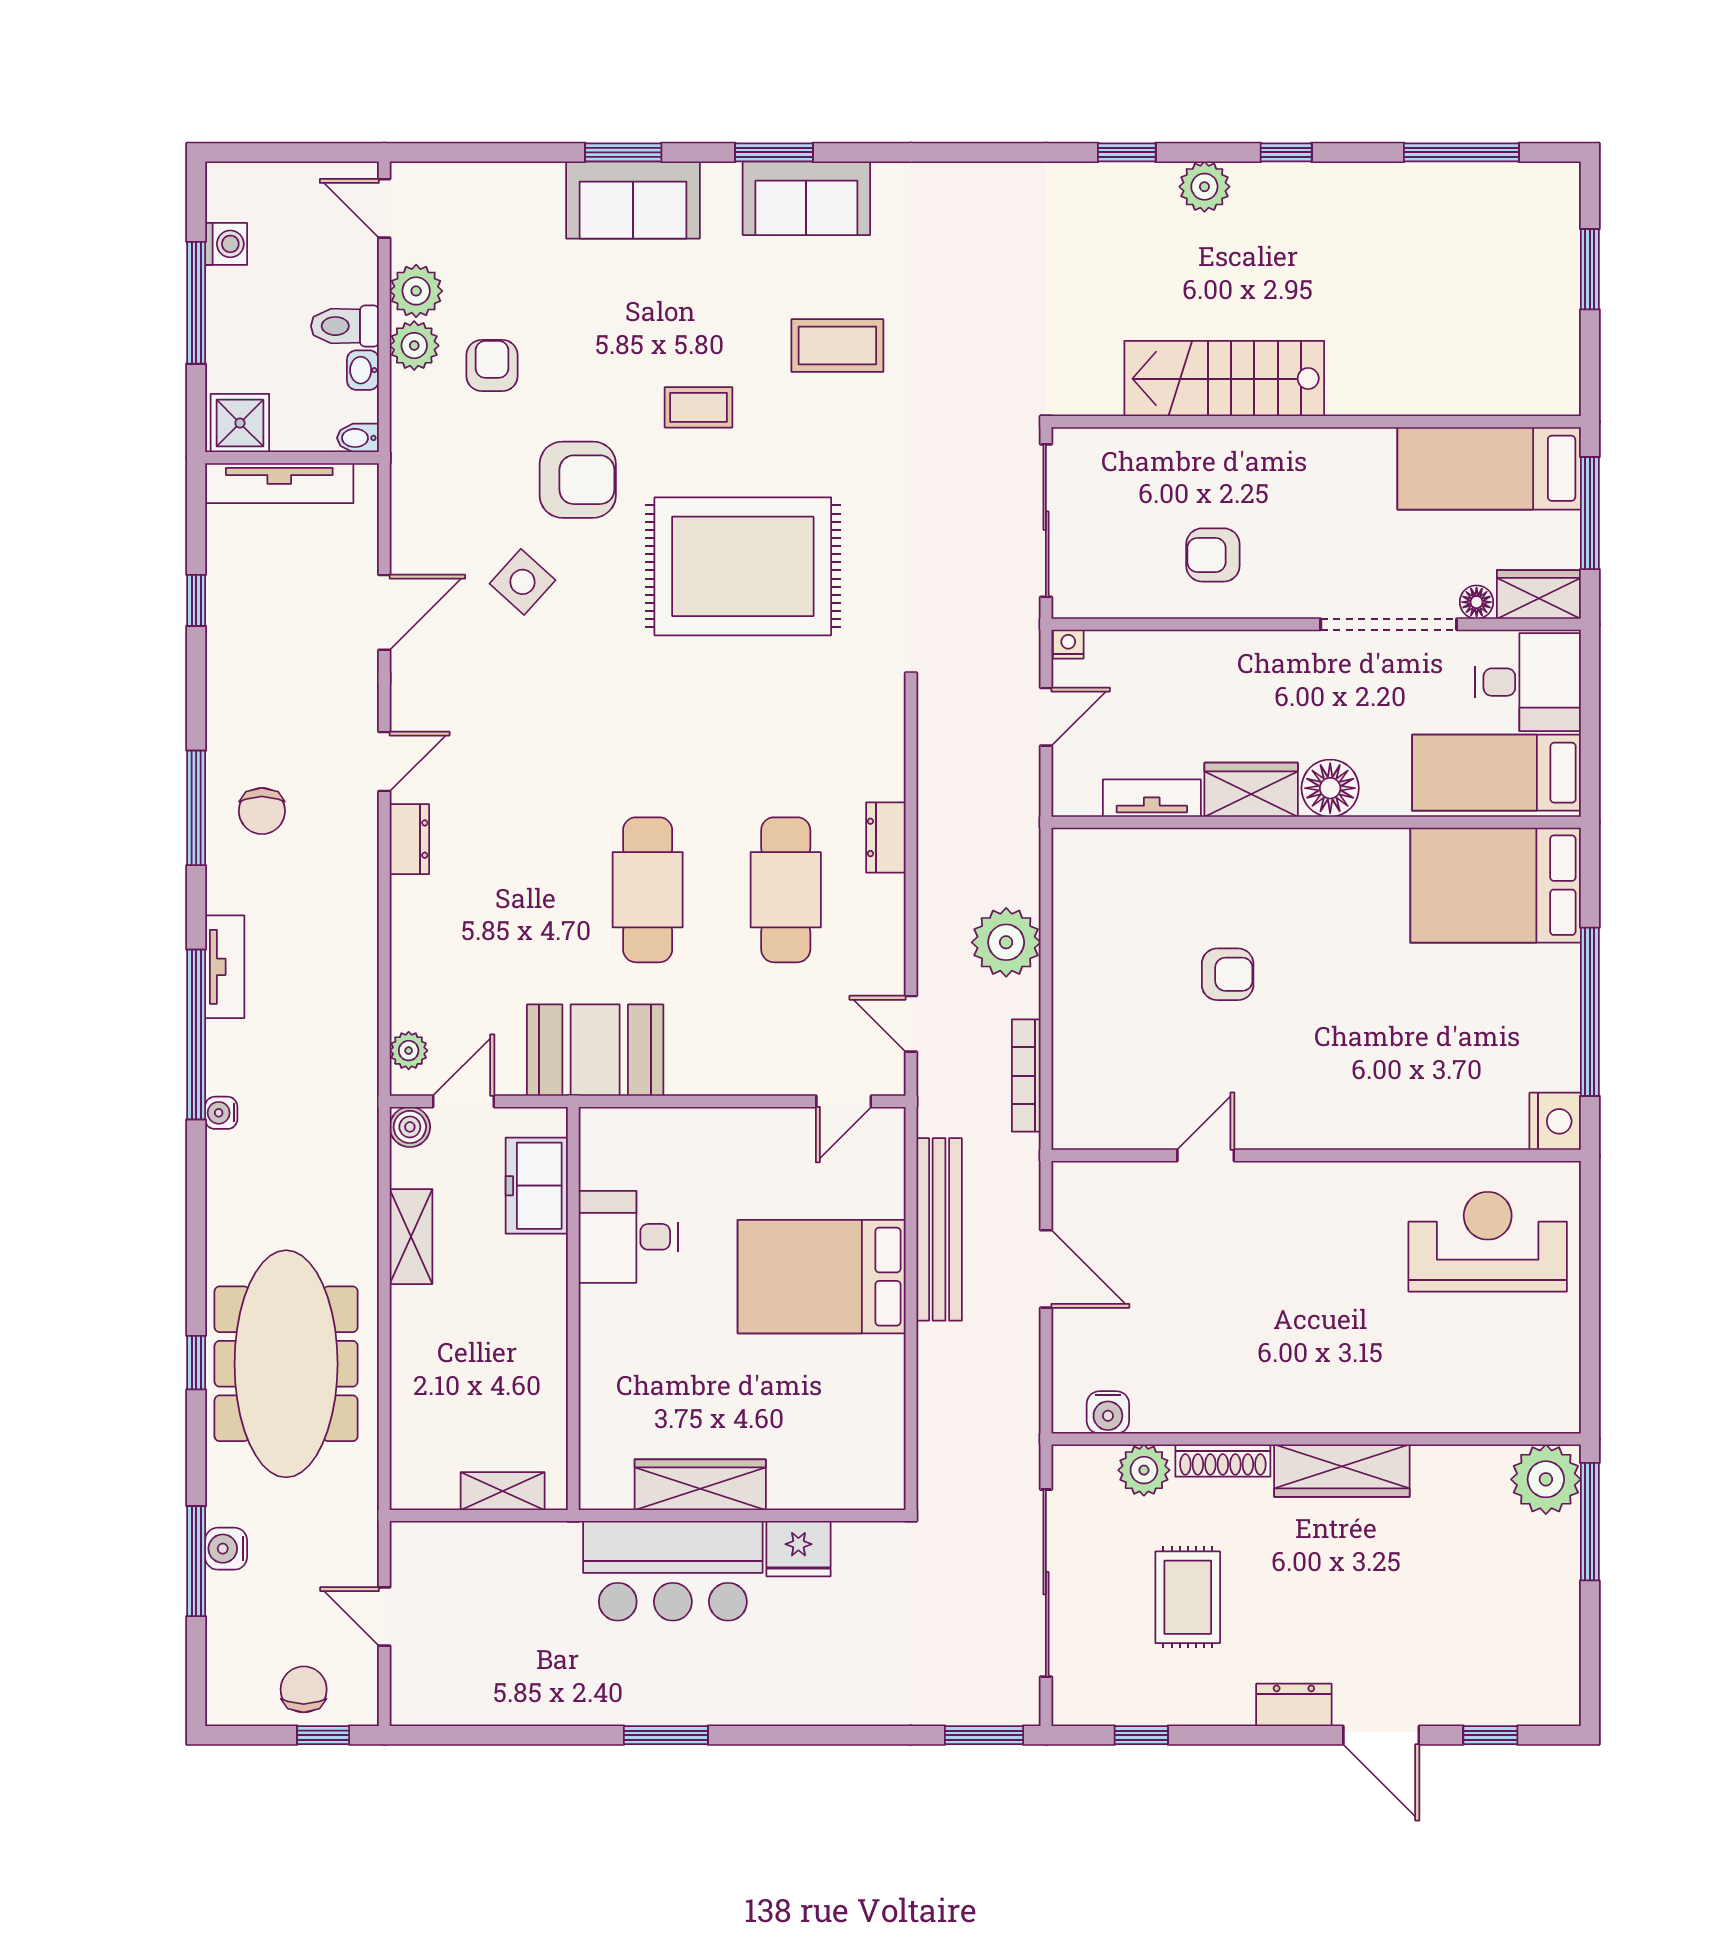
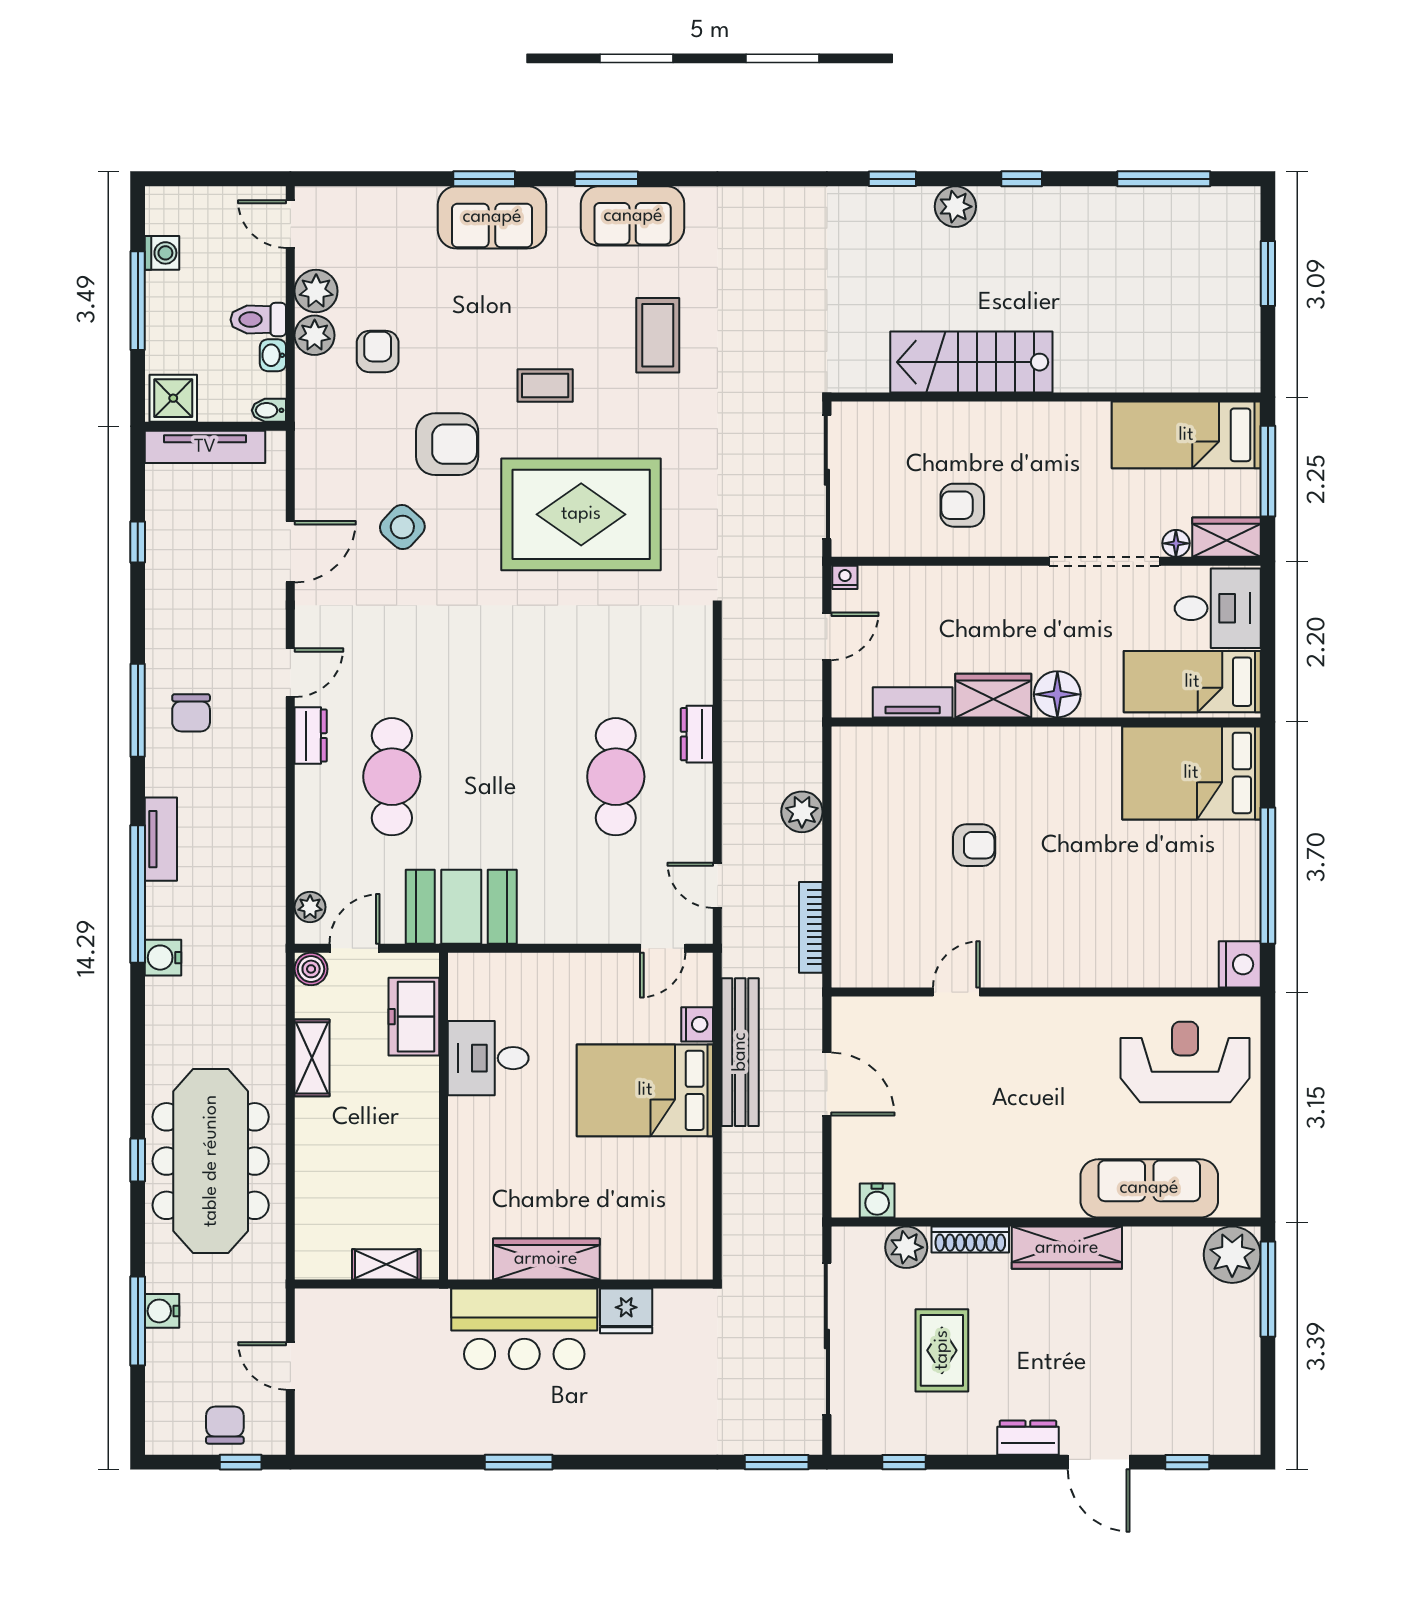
coffee table: (837, 346) -> (658, 335), turned 90
cafe table: (648, 890) -> (392, 777), moved
plant: (1006, 942) -> (802, 812), width x0.73, depth x0.73
water cooler: (221, 1113) -> (163, 958), width x1.38, depth x1.38
nightstand: (886, 1195) -> (697, 1024), added
sofa: (1444, 1398) -> (1149, 1188), added

